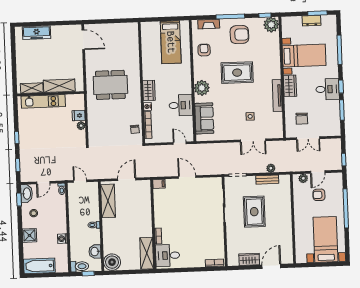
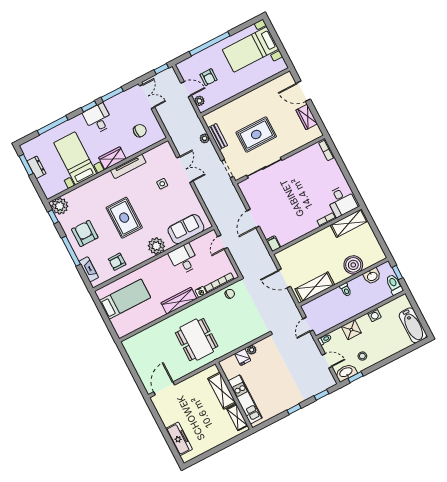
wardrobe: (149, 90) -> (179, 301), width x1.50
double door: (308, 138) -> (147, 96), moved
shower: (29, 235) -> (351, 330), moved
boiler: (112, 262) -> (353, 265), moved

